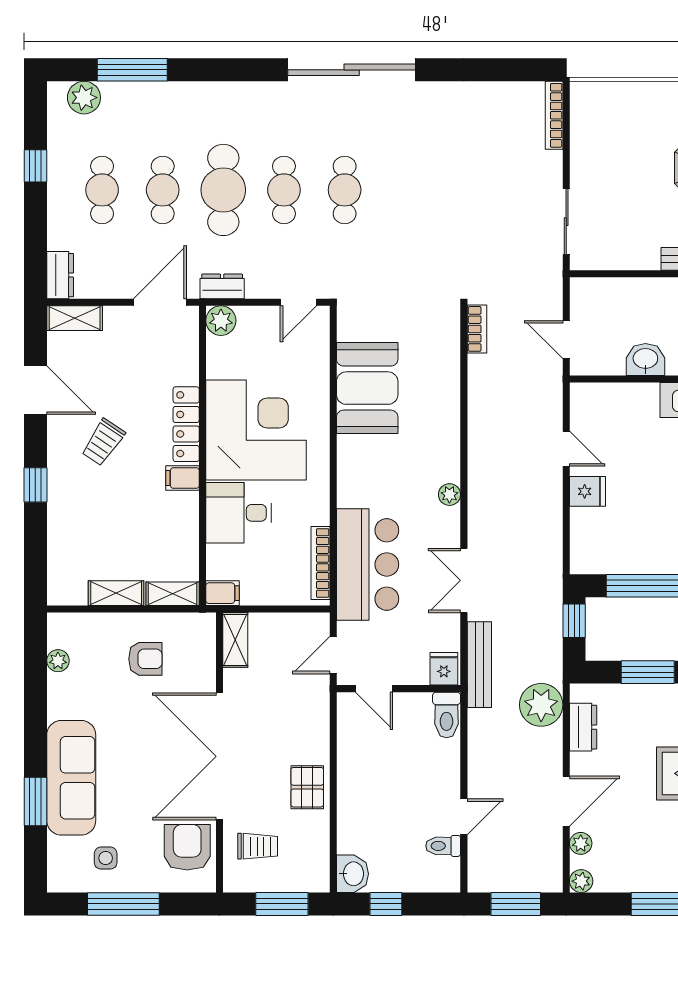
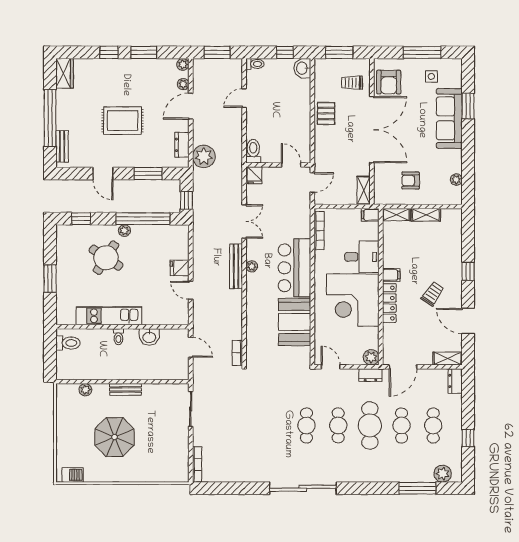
door: (298, 302) -> (331, 367), hinge flipped
bar counter: (368, 564) -> (294, 268), moved
bench: (479, 665) -> (236, 266), moved
toilet: (443, 846) -> (255, 64), moved

